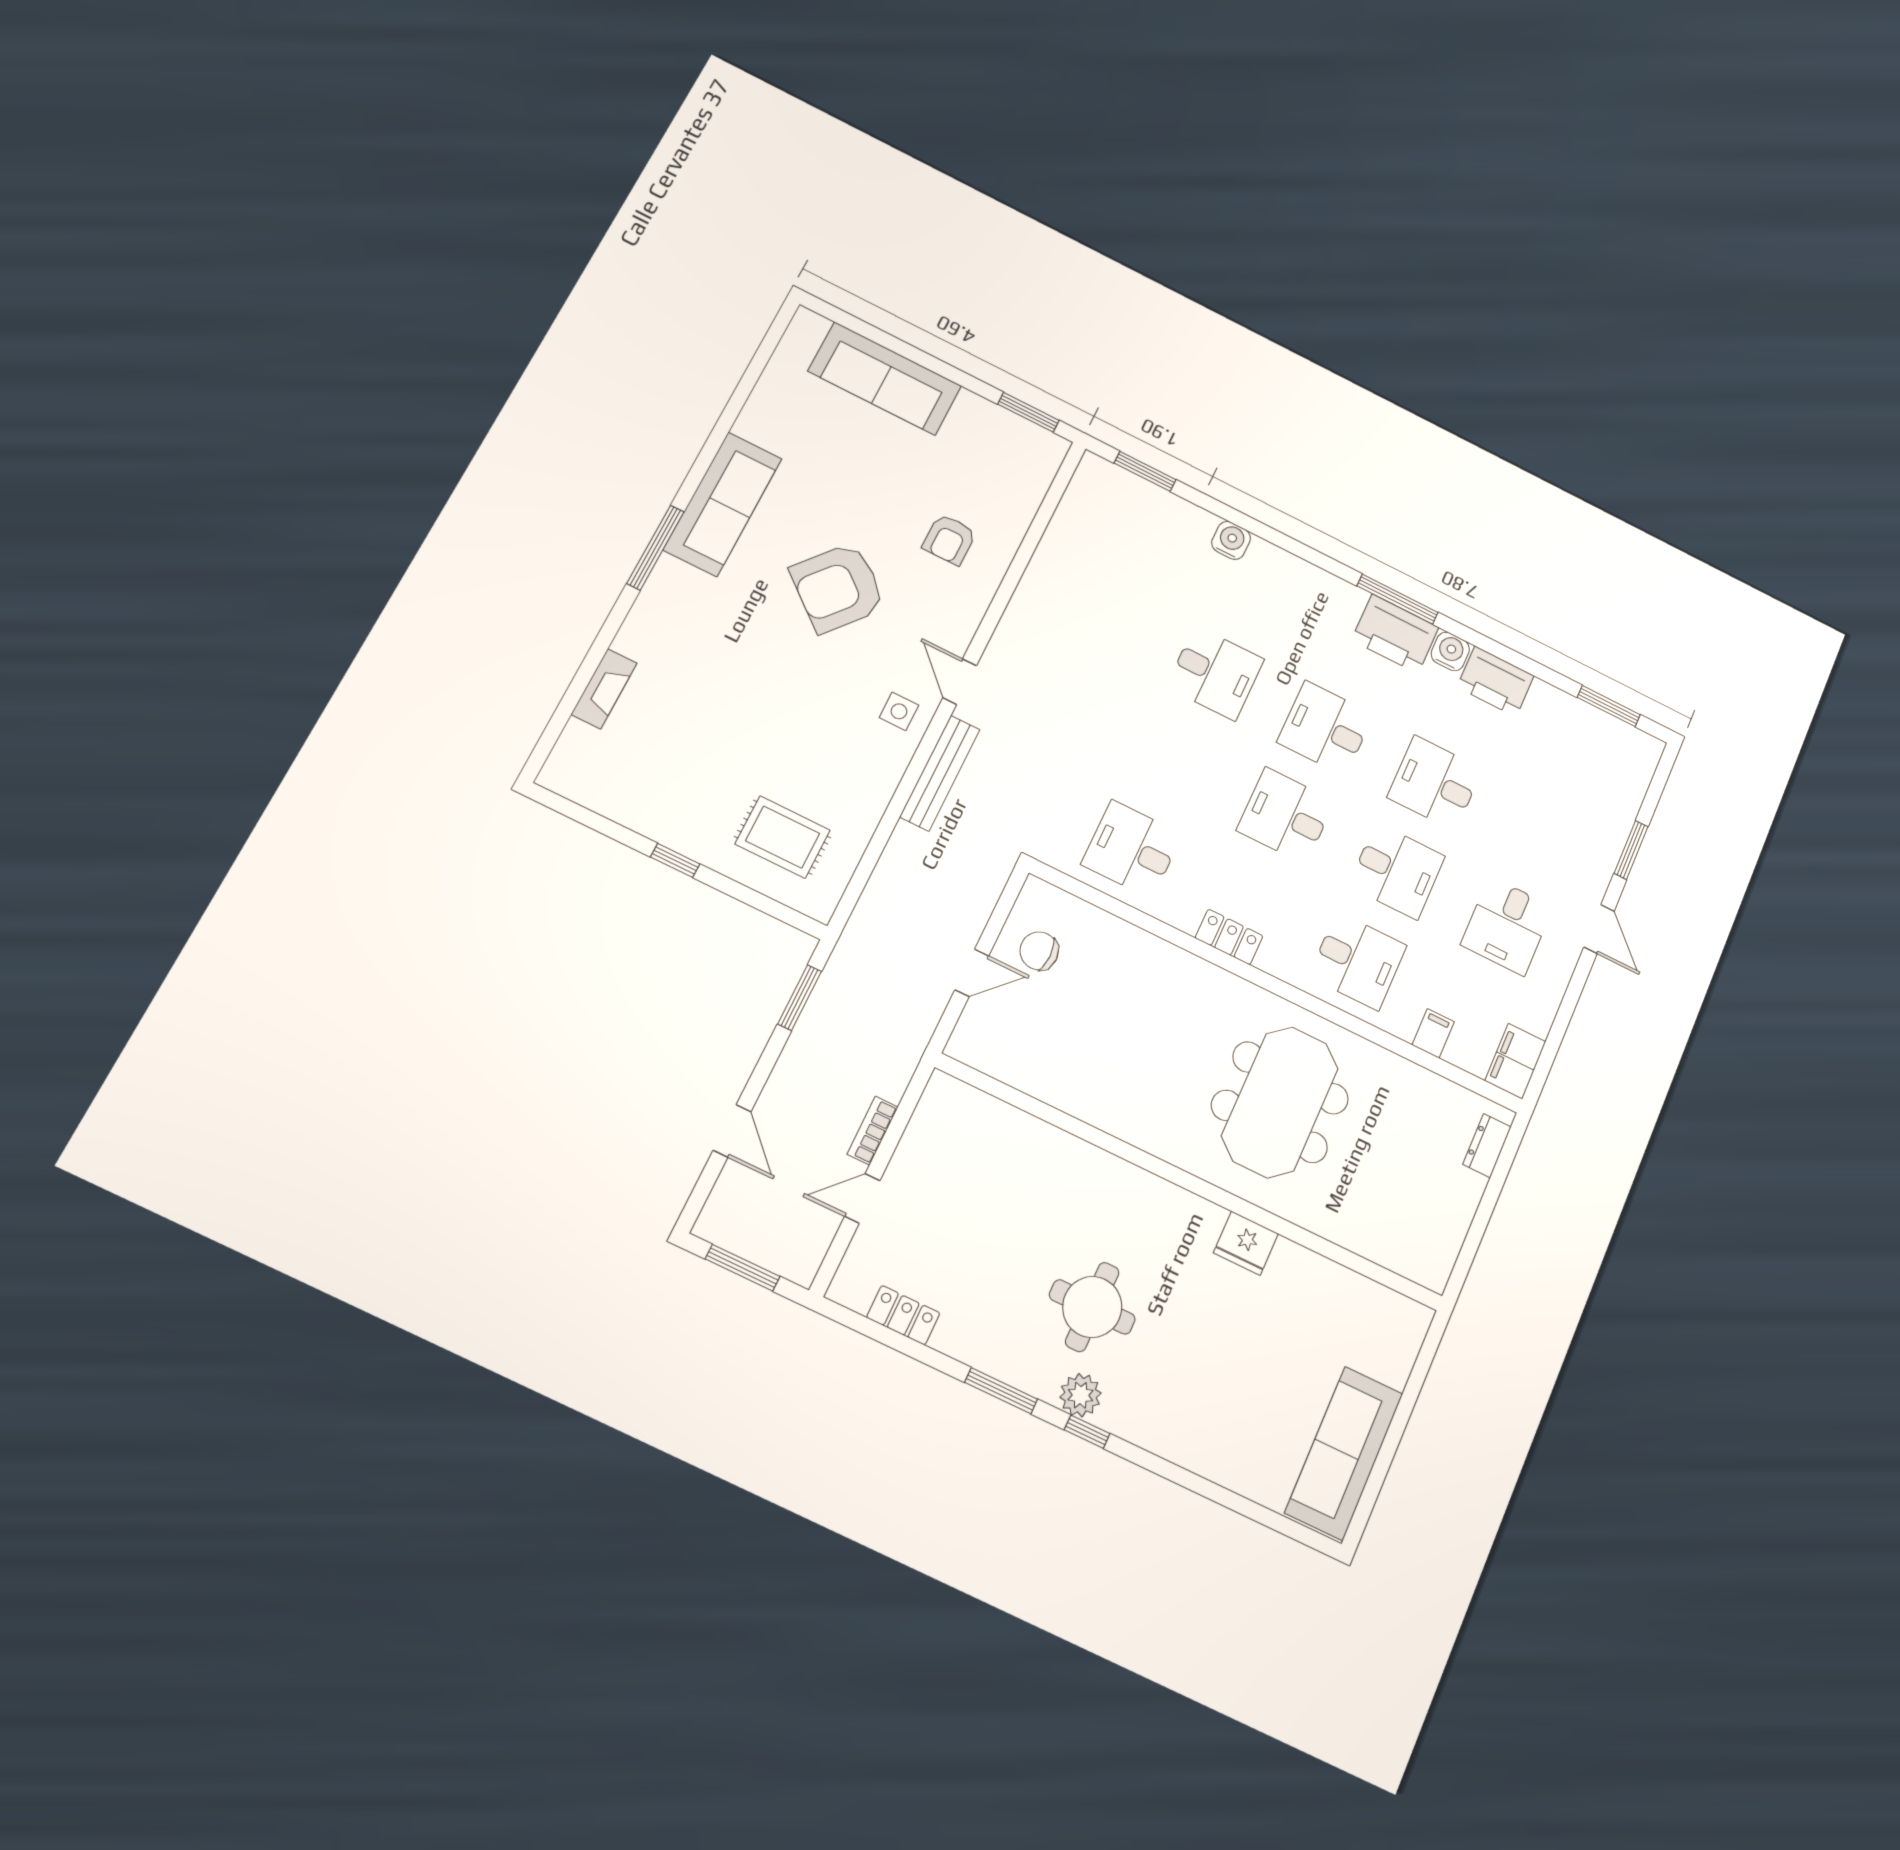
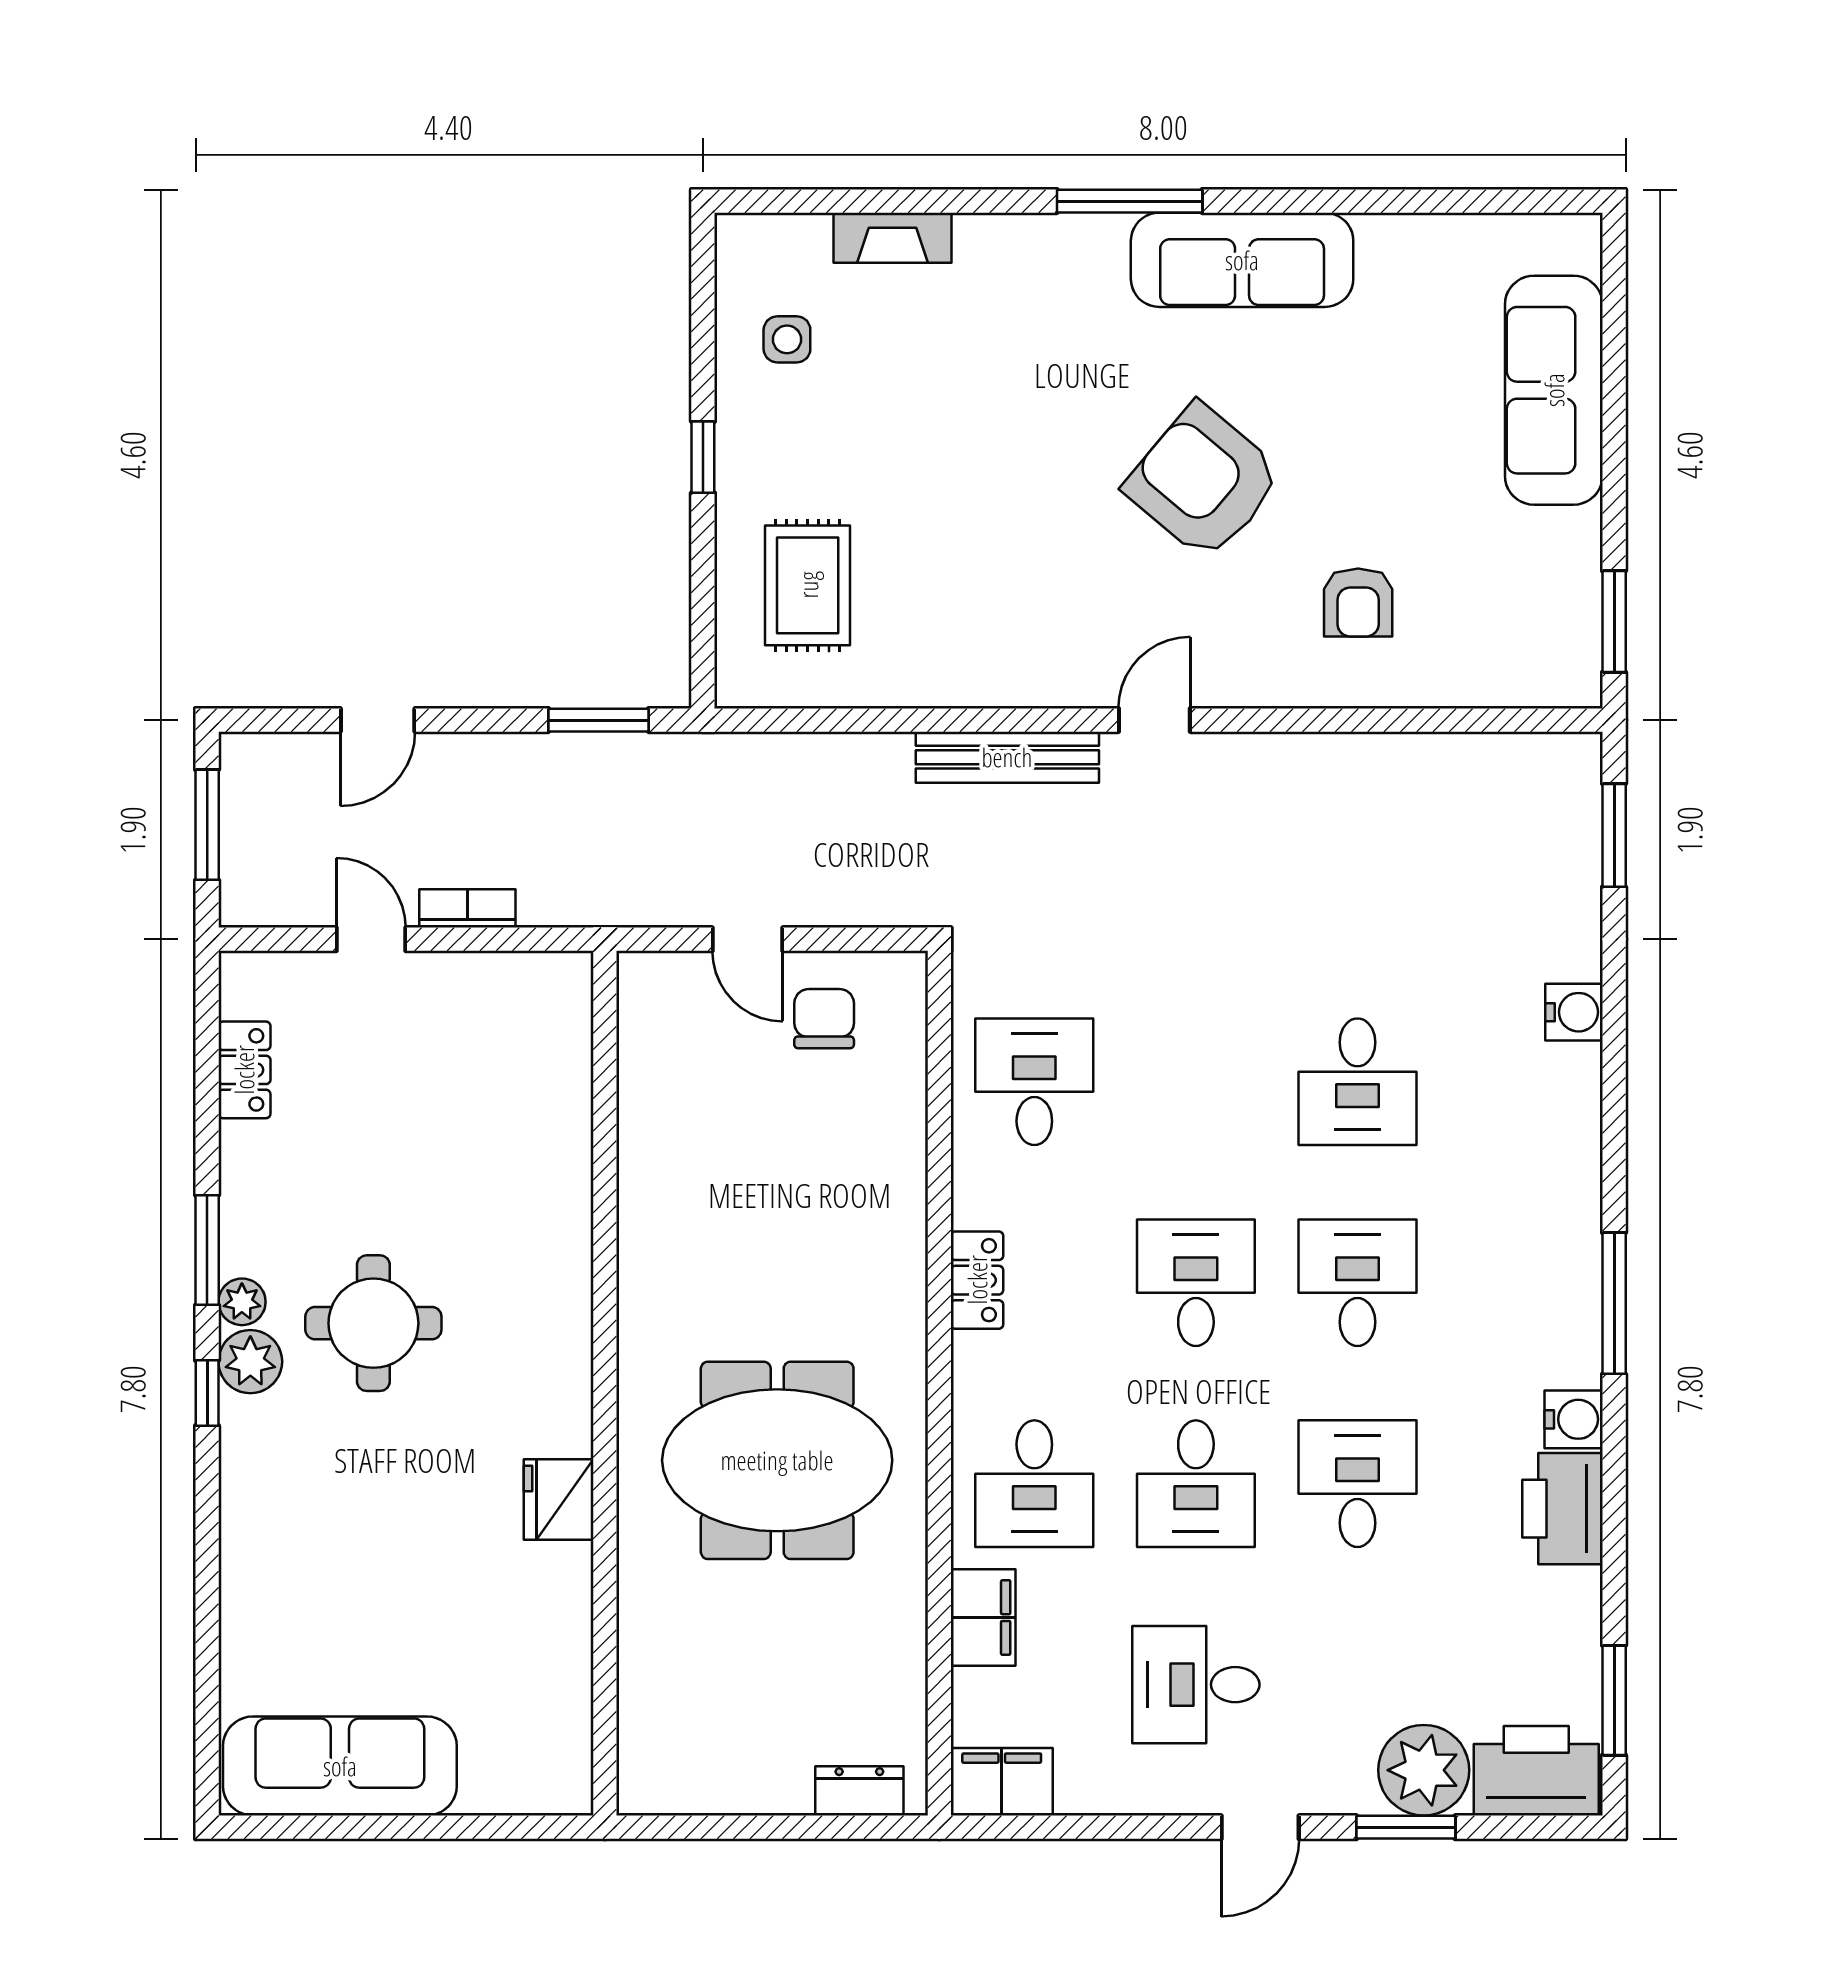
armchair: (949, 539) -> (1358, 602), turned -90
printer: (1395, 634) -> (1536, 1771), moved, turned 90
side table: (899, 711) -> (787, 339), moved
plant: (1604, 825) -> (1424, 1770), added
filing cabinet: (1433, 1033) -> (983, 1618), width x2.00
plant: (1042, 1383) -> (242, 1302), added

